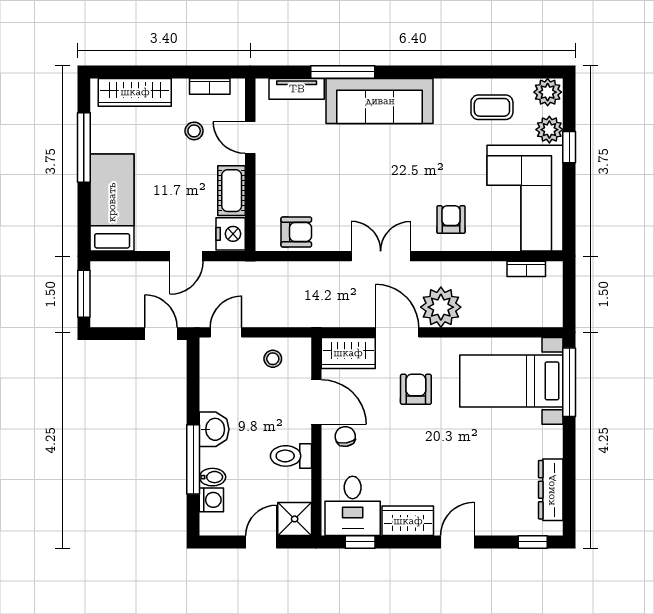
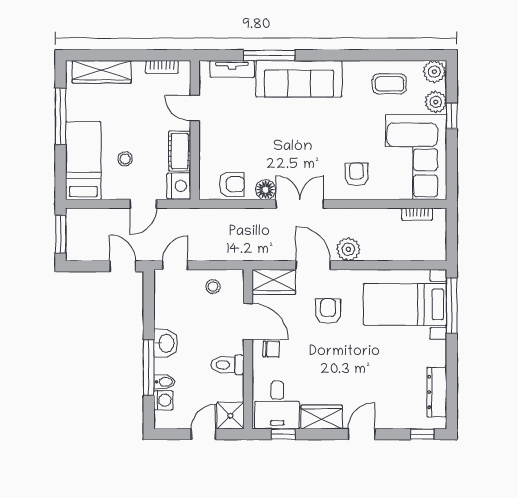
stool: (194, 131) -> (125, 159), moved
floor lamp: (338, 239) -> (266, 190), added
plant: (441, 307) -> (348, 249), width x0.73, depth x0.73
chair: (345, 437) -> (271, 349), turned 101

